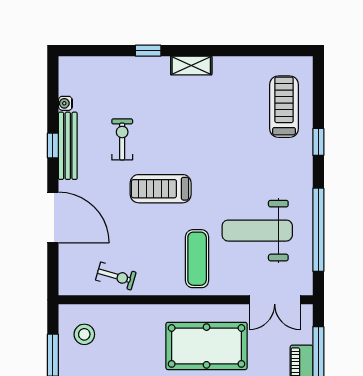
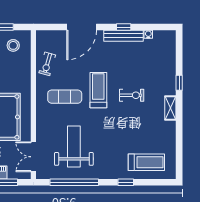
exercise bike: (122, 139) -> (132, 95), moved
exercise mat: (197, 259) -> (65, 97), moved

